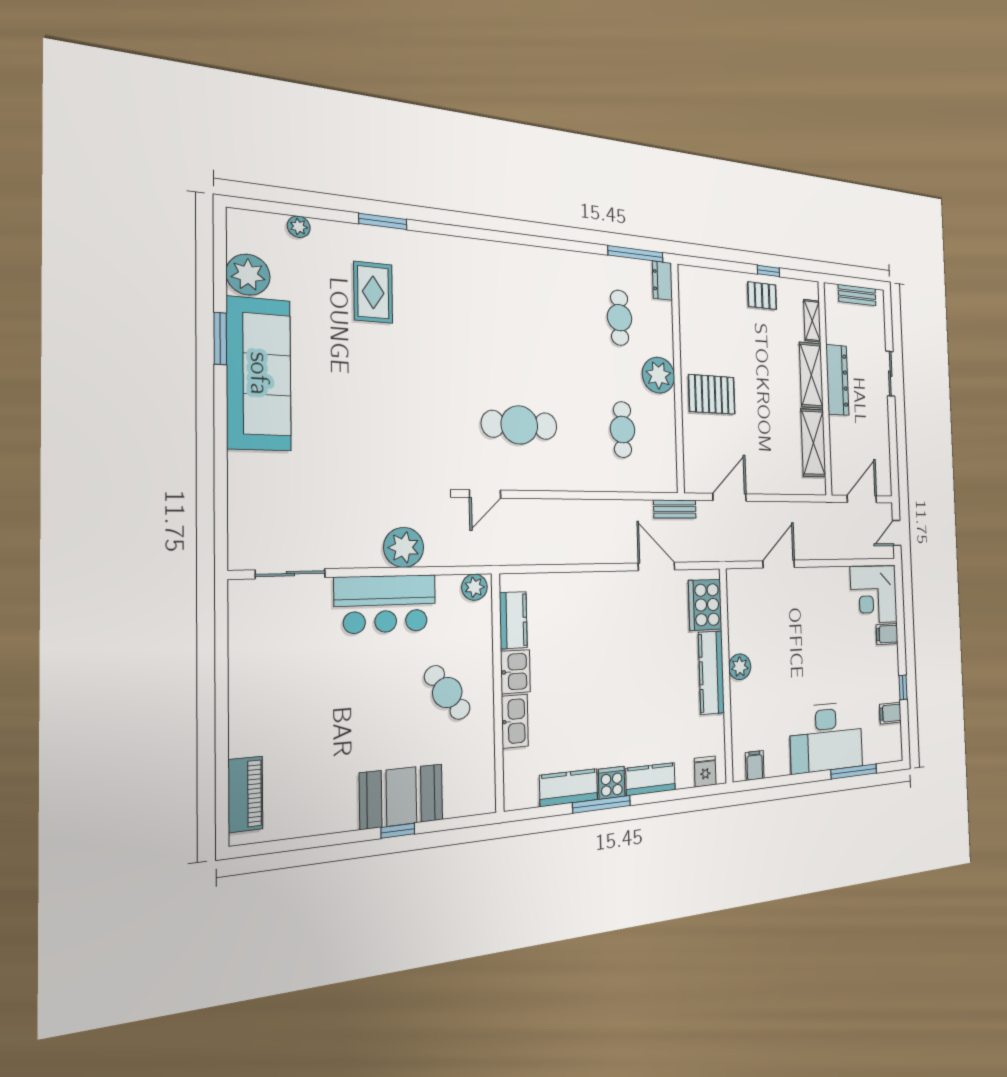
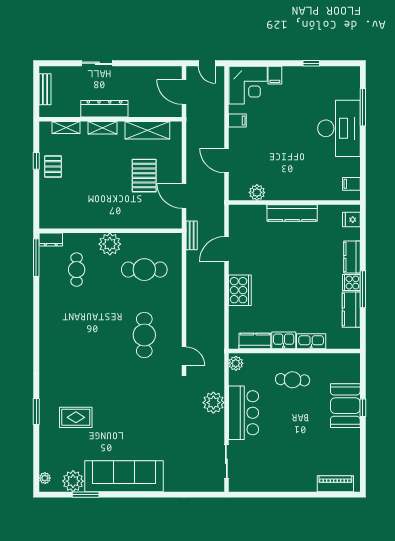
plant: (299, 227) -> (45, 478), moved
cafe table: (620, 318) -> (77, 270), turned 90
window: (220, 339) -> (86, 495), moved
shelving: (811, 375) -> (102, 128), width x0.67, depth x0.75
pallet: (712, 394) -> (144, 176), moved
cafe table: (622, 430) -> (144, 270), width x1.37, depth x1.35
cooker: (705, 605) -> (240, 290), moved, turned -90
plant: (740, 667) -> (257, 192), moved
cafe table: (447, 693) -> (293, 380), turned 39
filing cabinet: (890, 713) -> (237, 121), moved, turned -90

